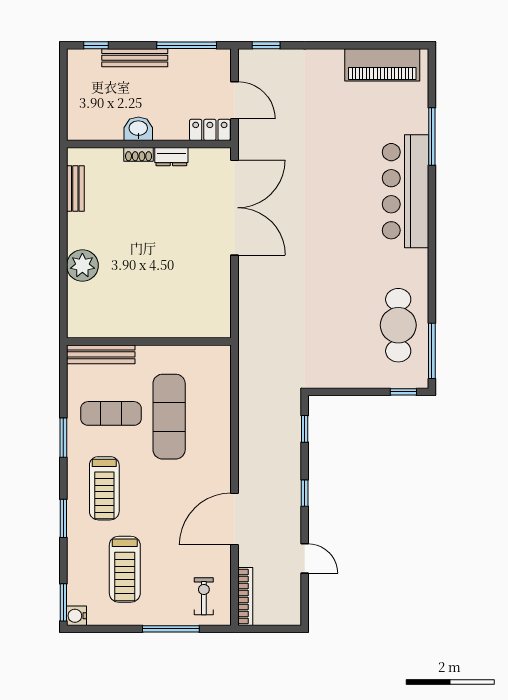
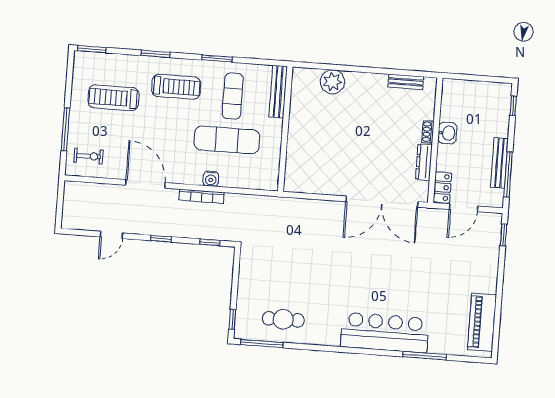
bench: (135, 58) -> (499, 163), moved
dresser: (171, 157) -> (424, 162), width x1.44
plant: (82, 265) -> (332, 82), moved
cafe table: (398, 325) -> (283, 319), width x0.73, depth x0.74
treadmill: (104, 488) -> (176, 87), turned 180
bookcase: (245, 597) -> (202, 196), moved
water cooler: (76, 616) -> (211, 179), moved, turned 180

